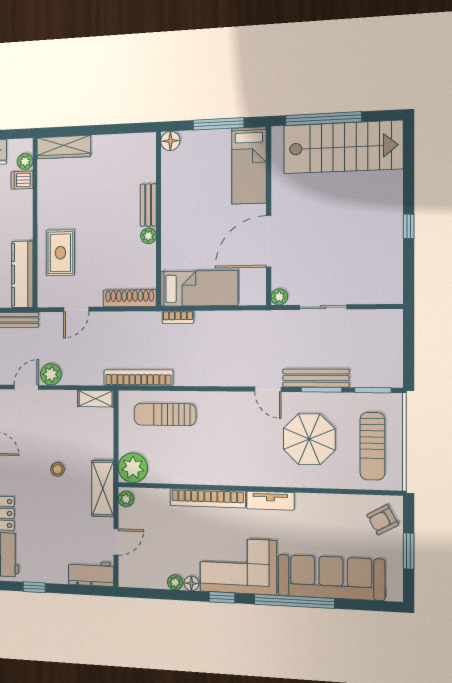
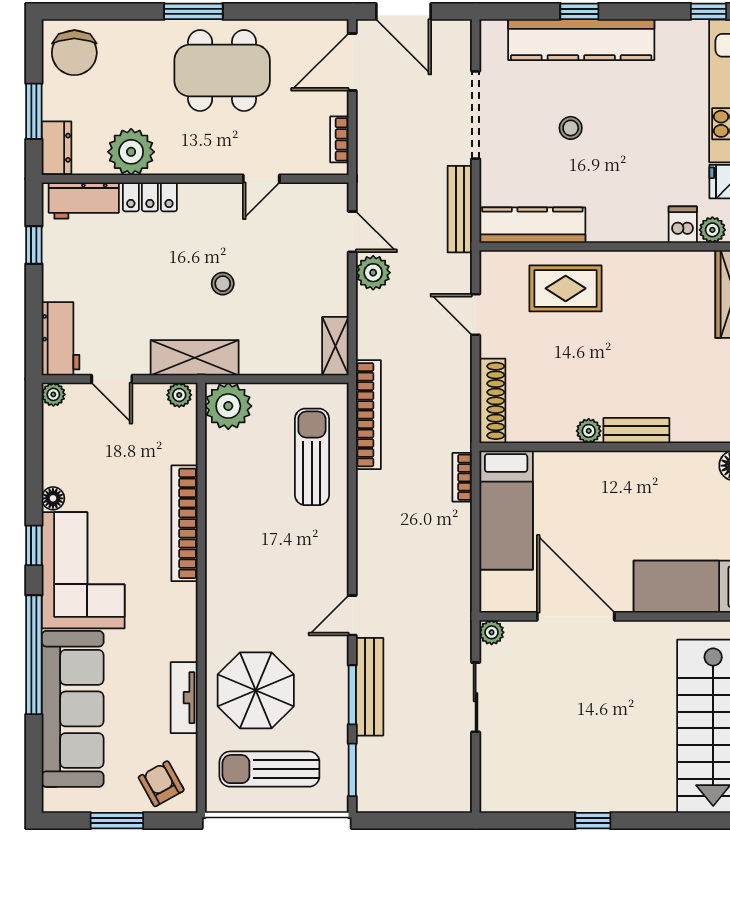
parasol: (309, 439) -> (256, 690), moved
tv unit: (270, 501) -> (184, 698), moved
plant: (175, 582) -> (53, 394), moved

